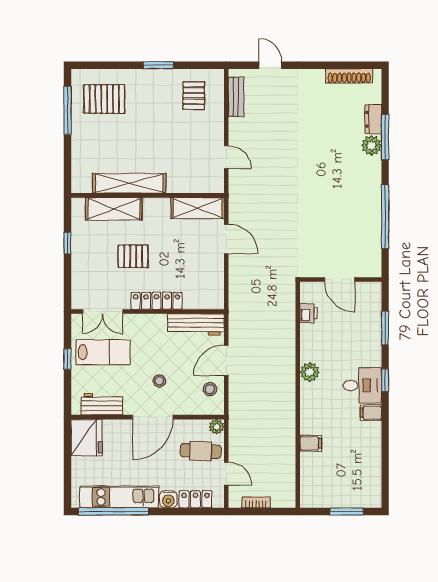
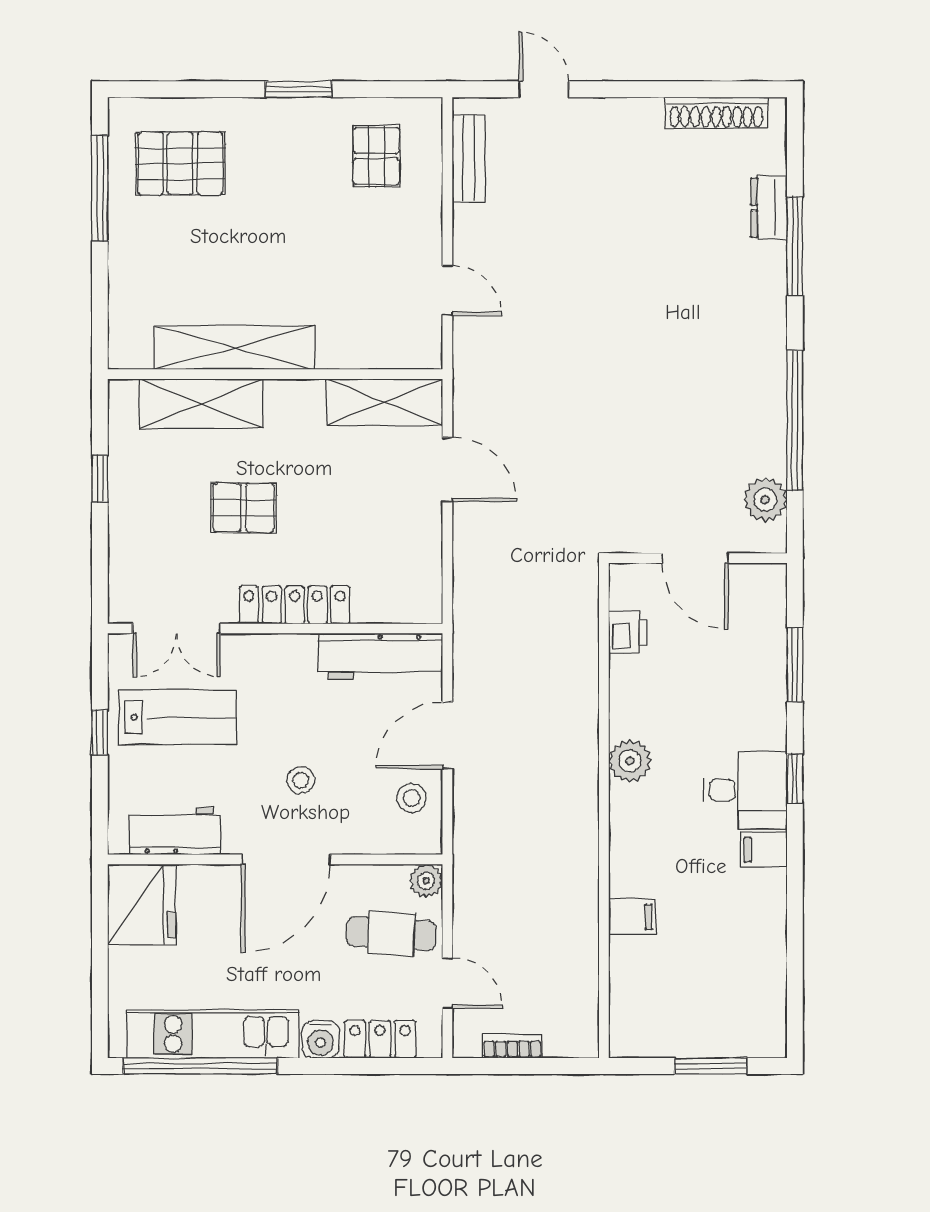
plant: (372, 145) -> (765, 500), moved

